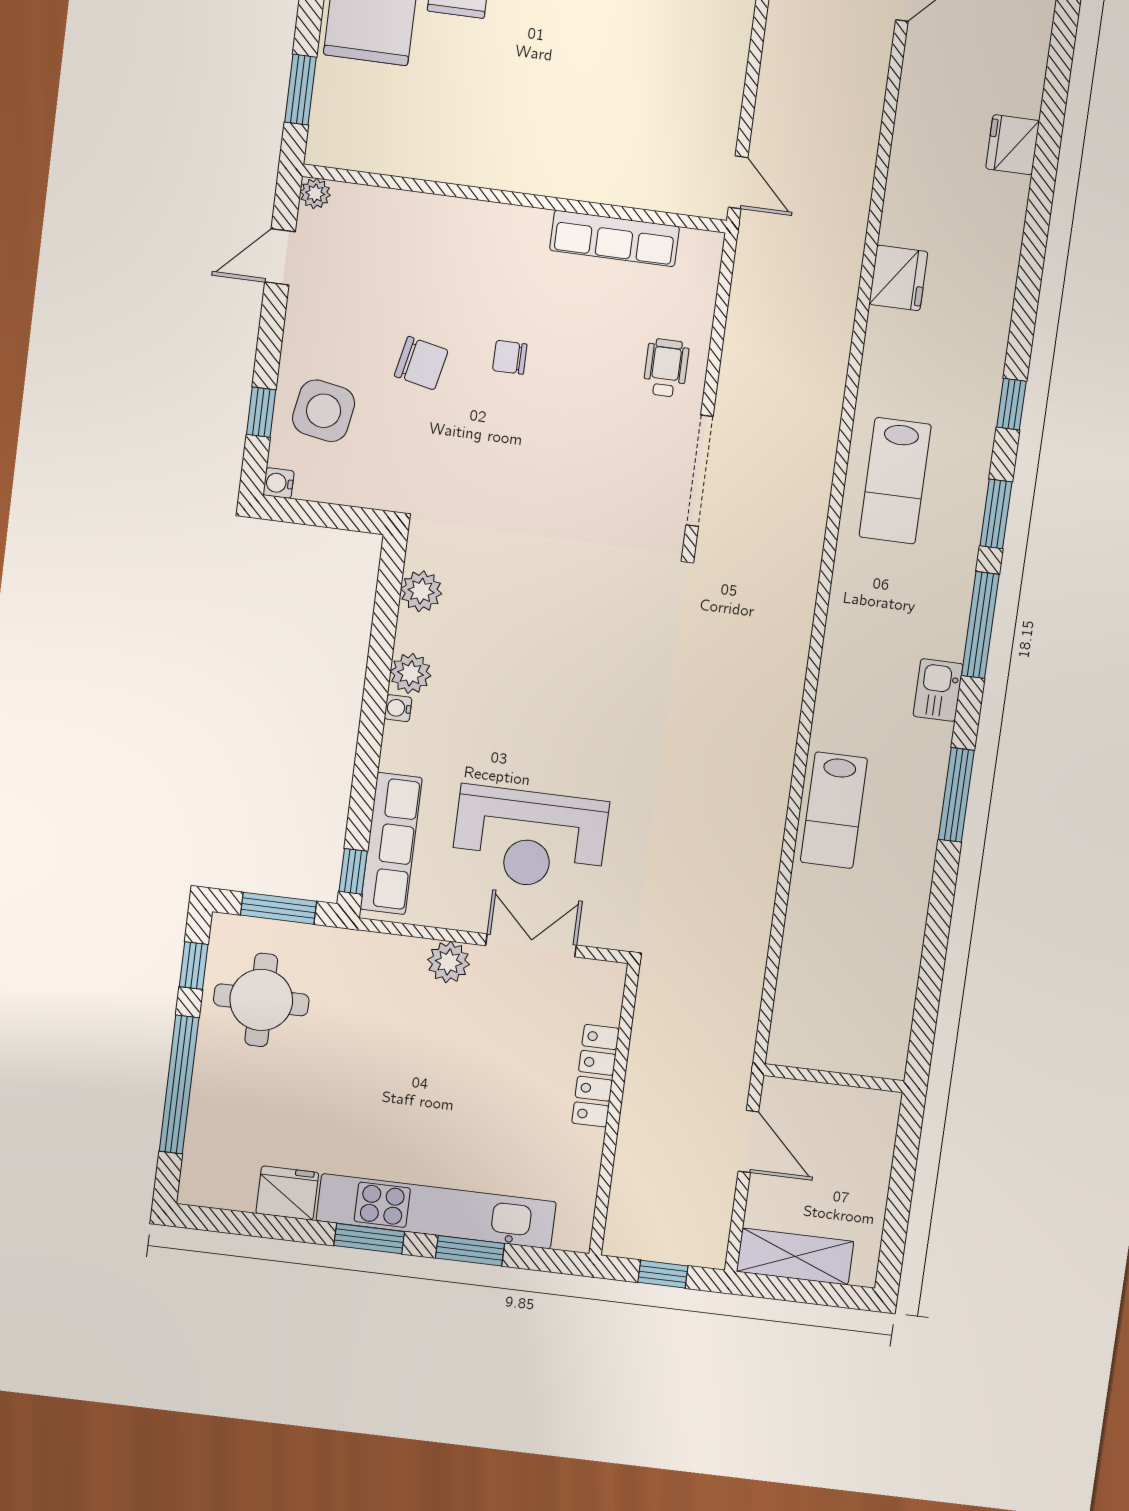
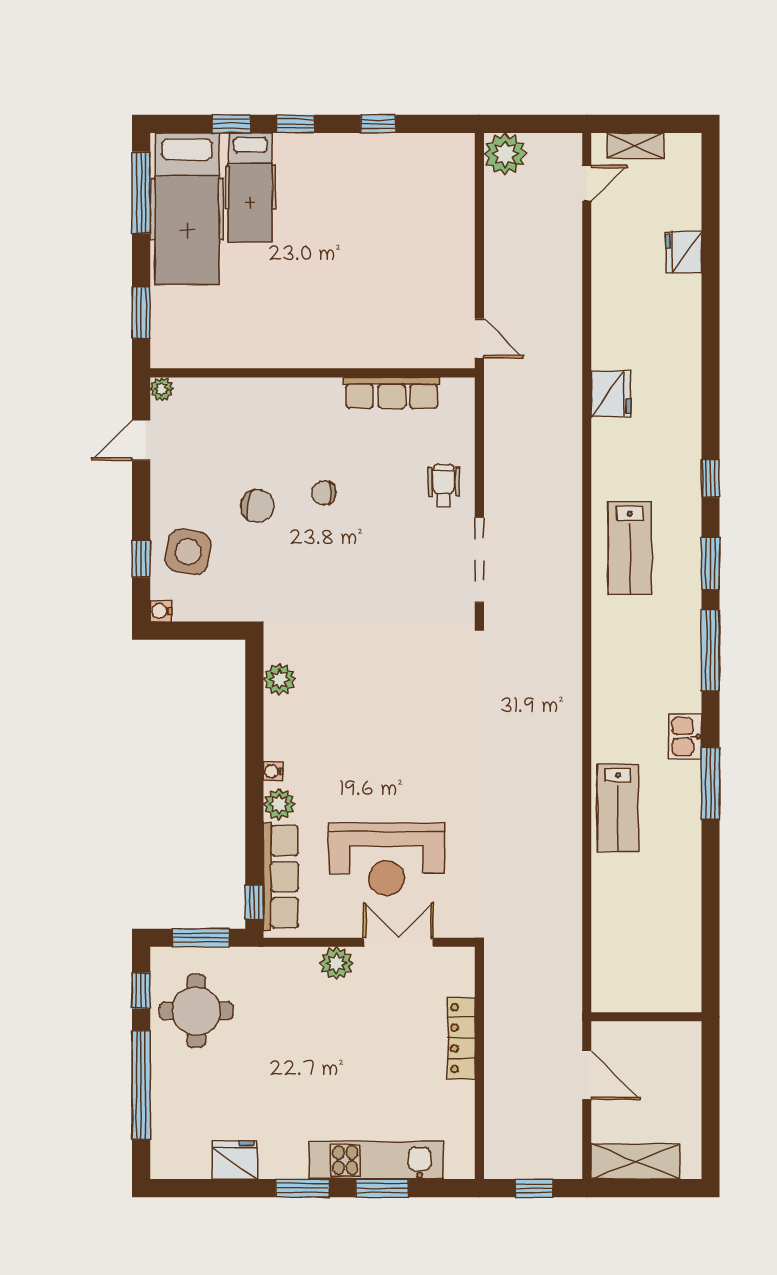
fridge: (1013, 145) -> (684, 252), moved
plant: (411, 673) -> (279, 804), moved
kitchen sink: (938, 690) -> (685, 736), moved
kitchen unit: (436, 1211) -> (376, 1160), width x0.73

